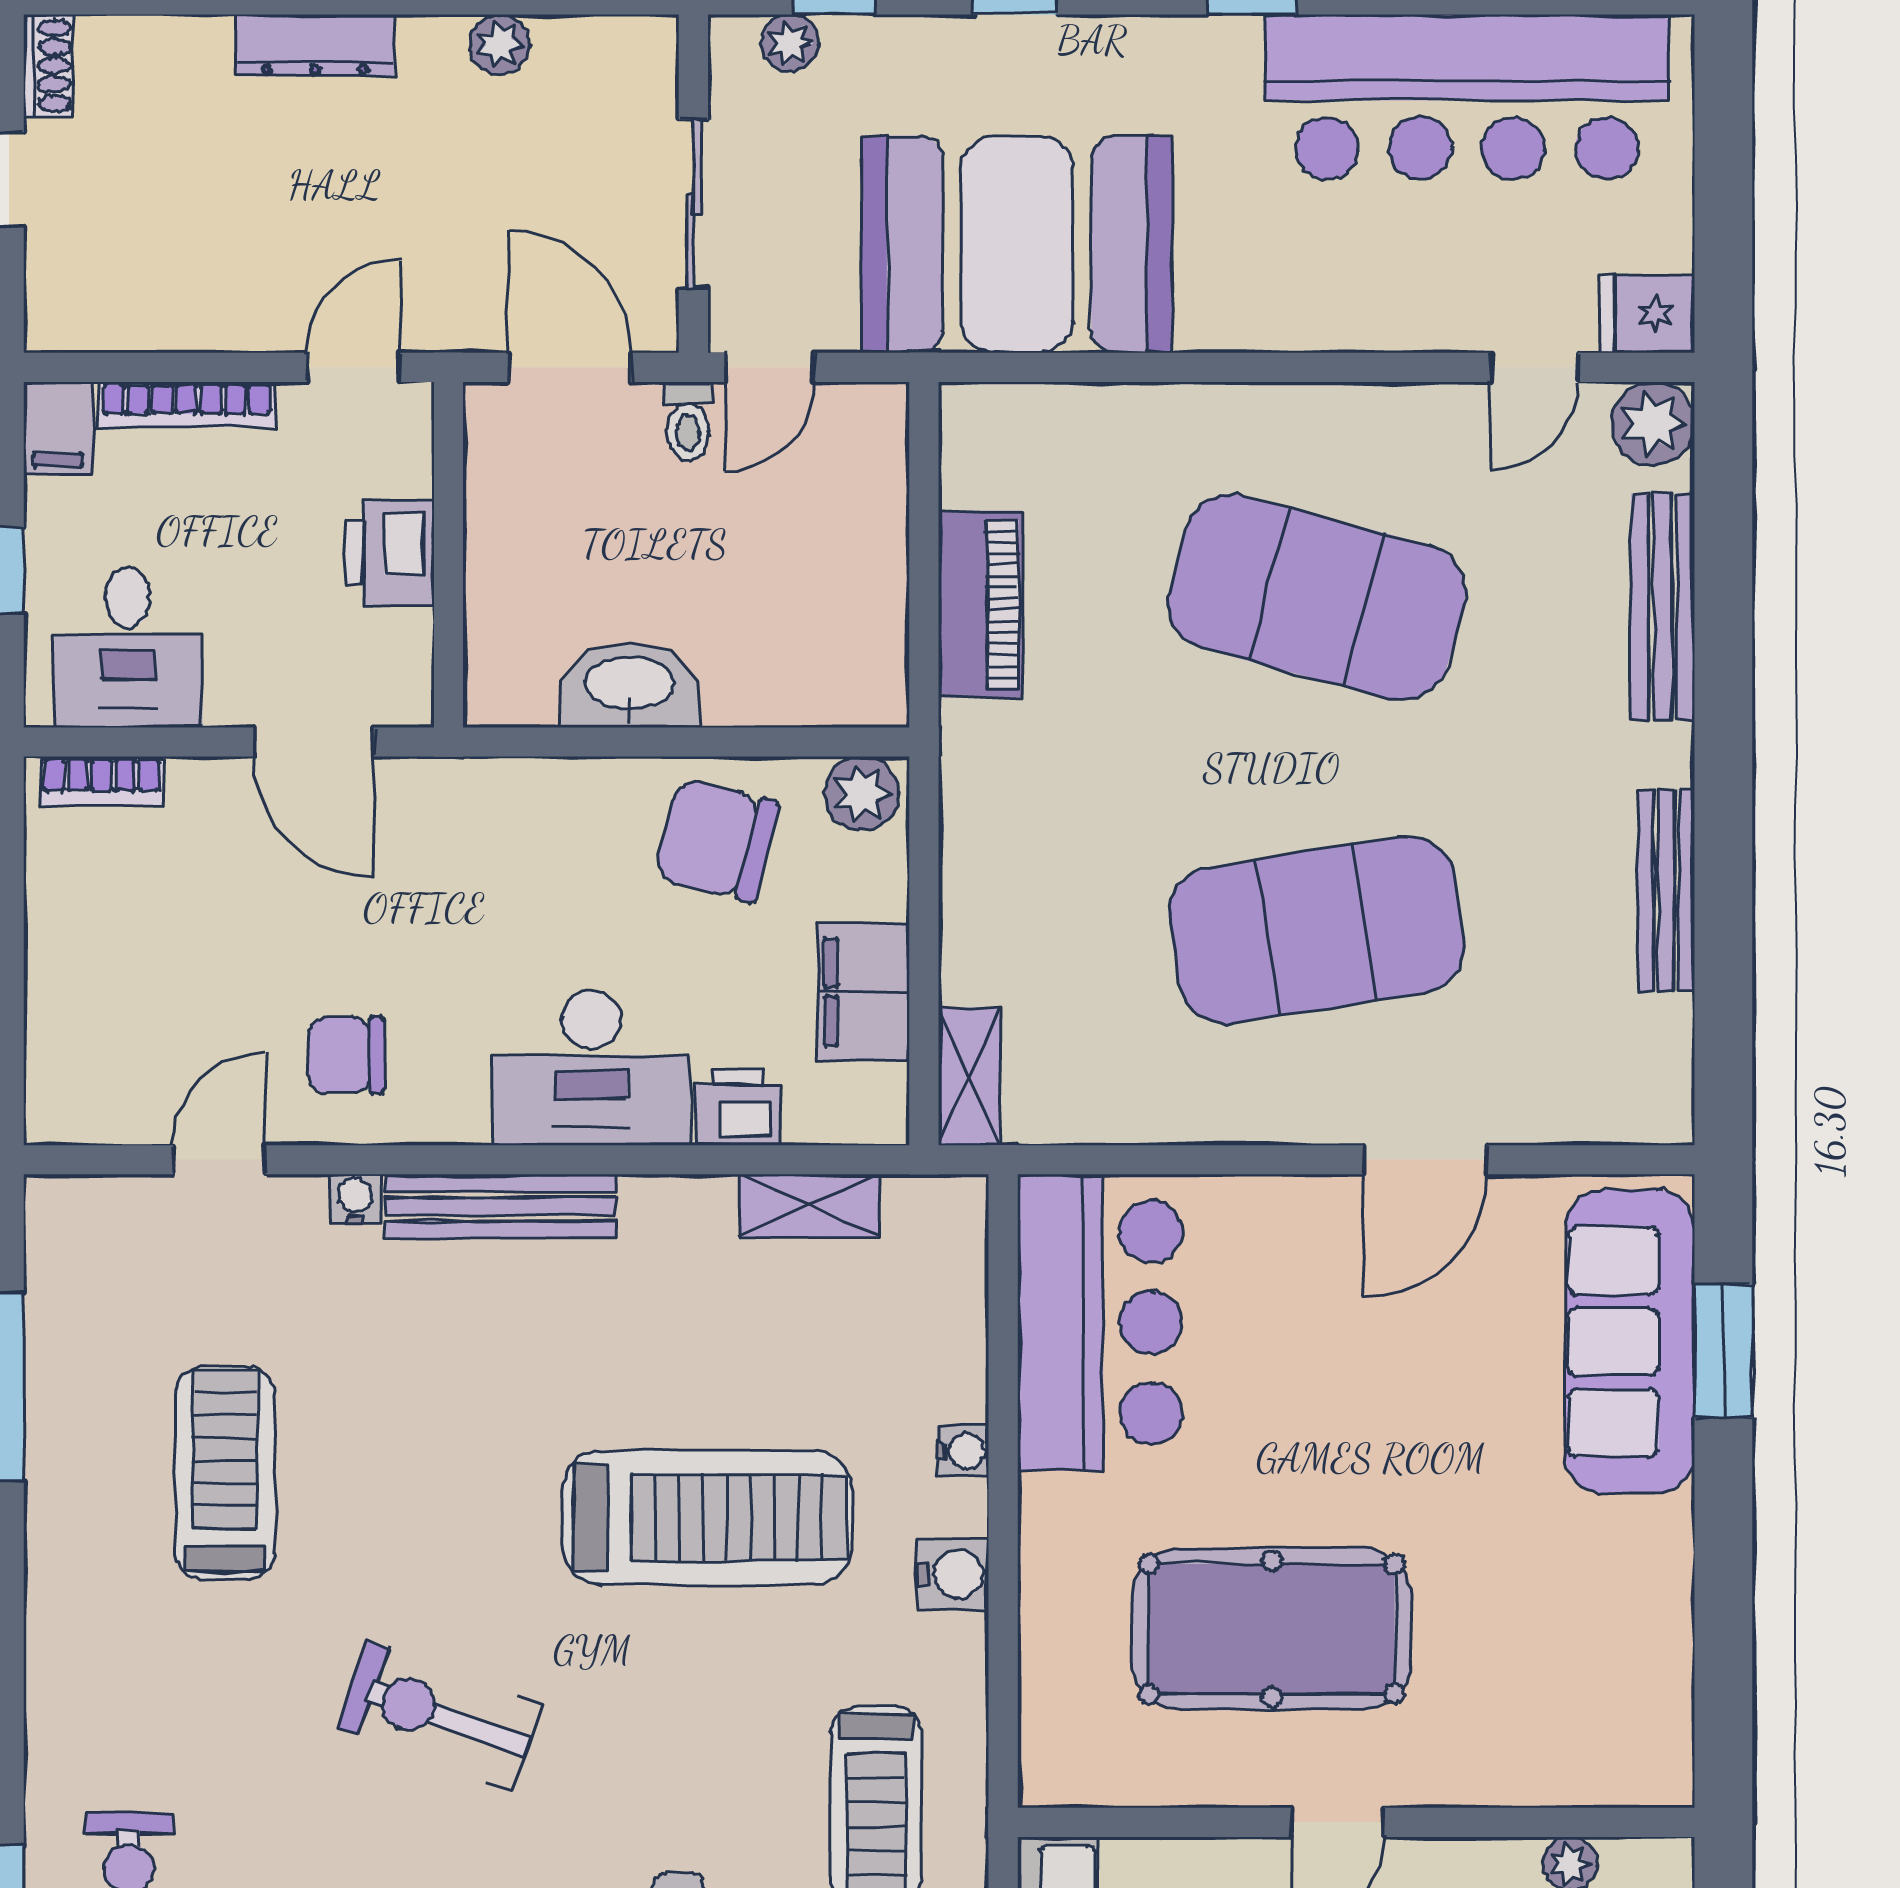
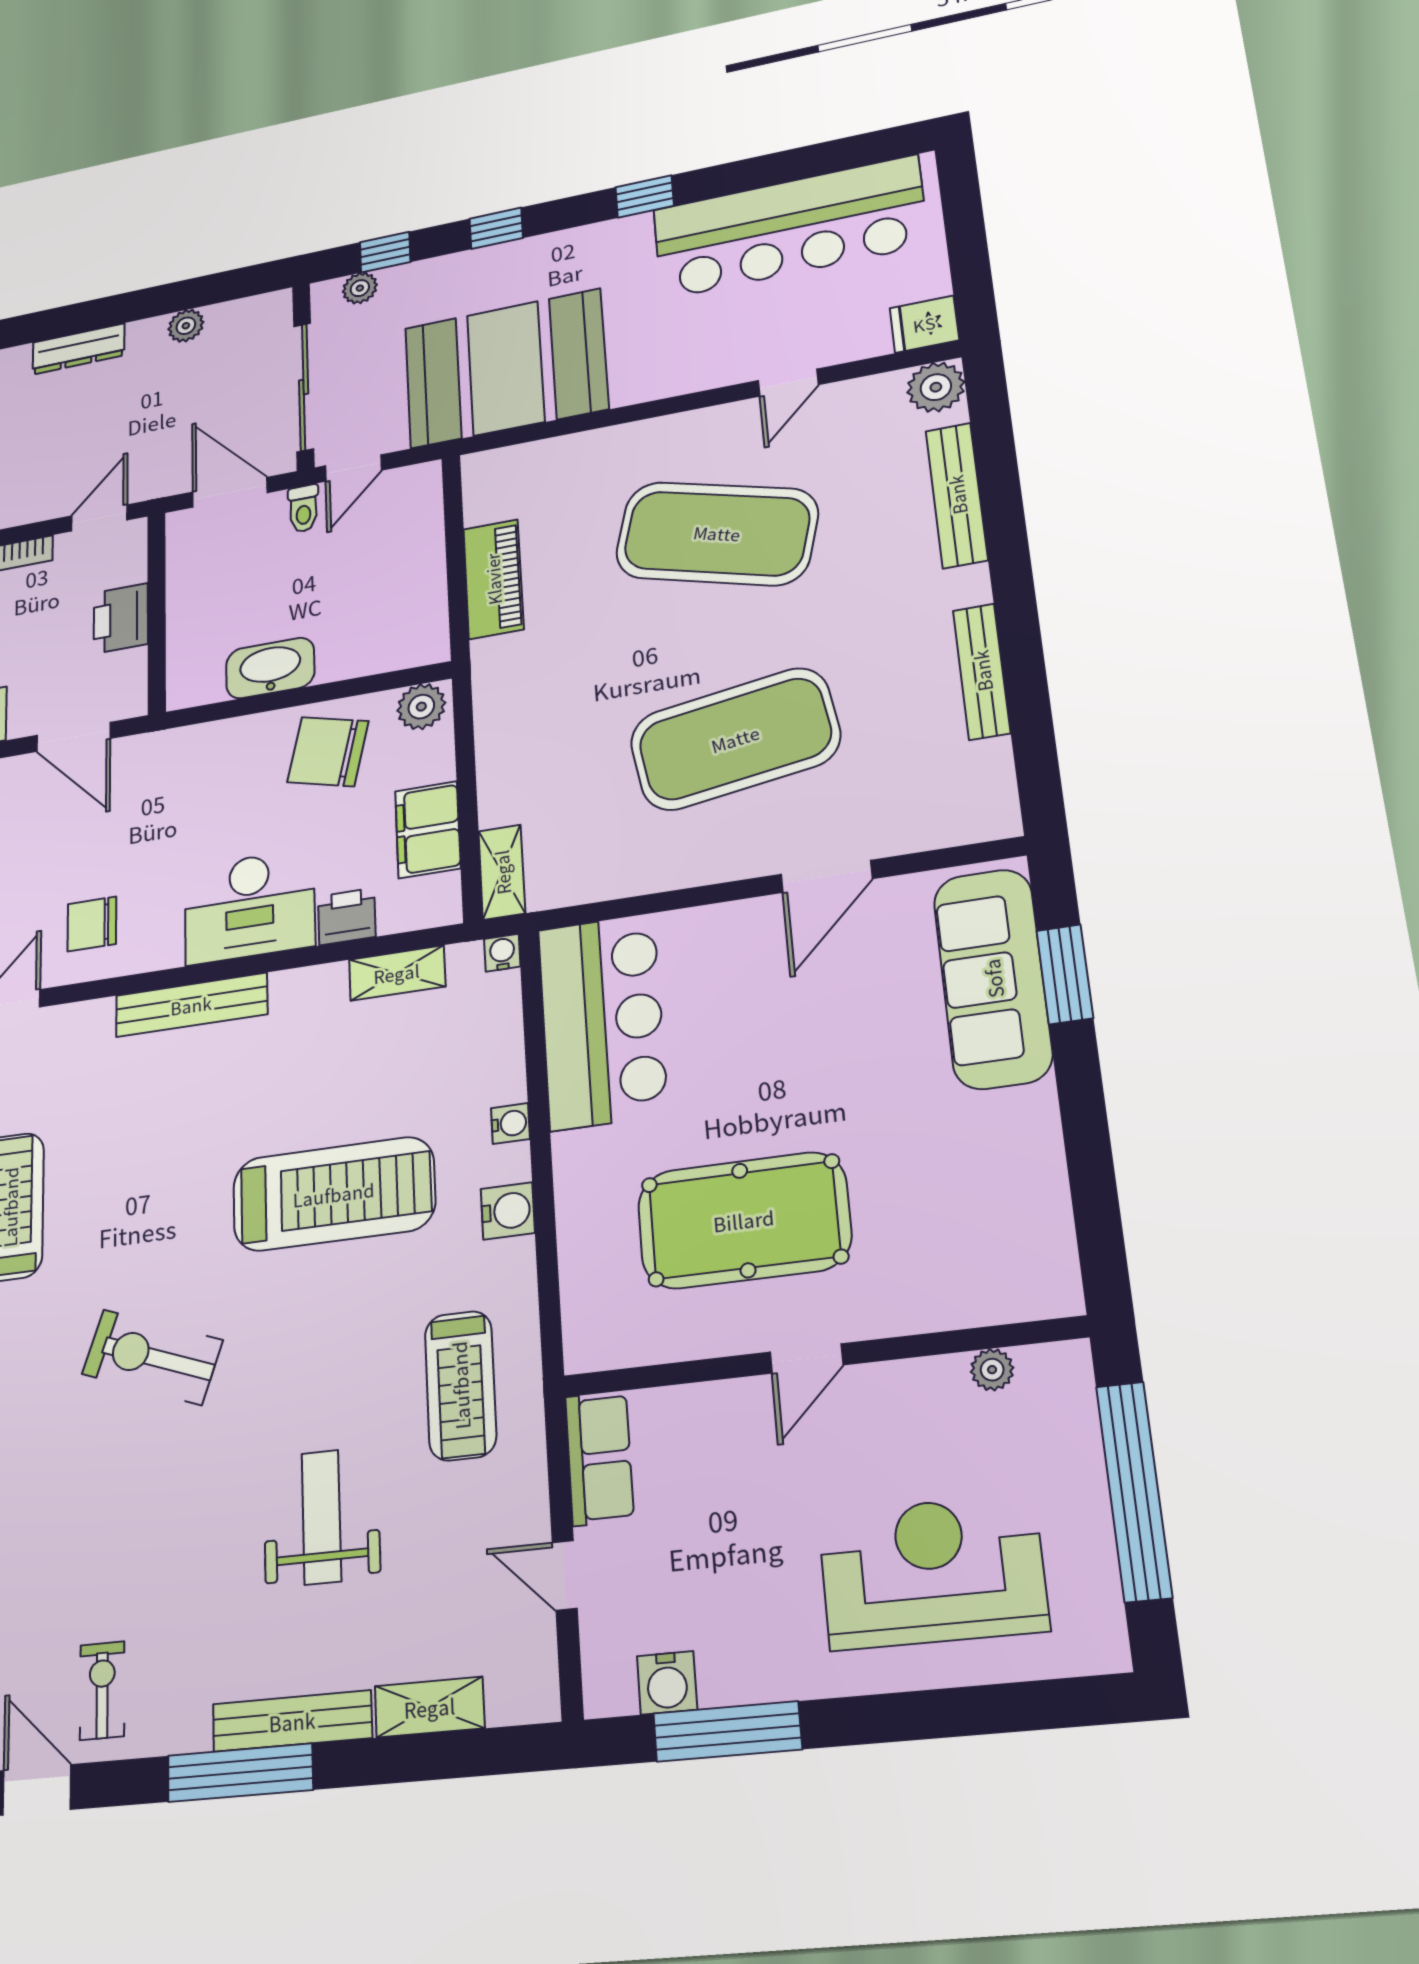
sliding door: (693, 204) -> (304, 387), width x1.37
door: (1534, 367) -> (788, 383), moved
water cooler: (355, 1199) -> (502, 953), moved

